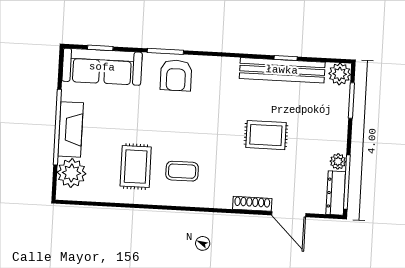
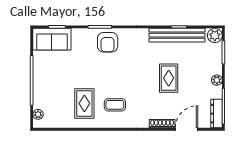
sofa: (102, 67) -> (52, 39), width x0.73
fireplace: (71, 129) -> (40, 81), removed
rug: (266, 135) -> (169, 78), turned 90
plant: (338, 161) -> (217, 80), moved
plant: (72, 173) -> (38, 114), width x0.53, depth x0.53
door: (289, 214) -> (186, 129), swing flipped

